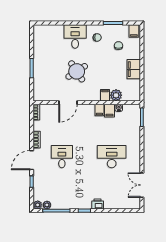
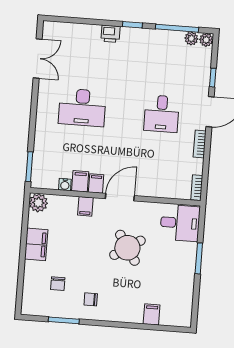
filing cabinet: (134, 31) -> (152, 314), moved
desk: (75, 36) -> (180, 223), moved, turned -90
plant: (116, 95) -> (38, 203), moved
door: (68, 103) -> (120, 197), moved

